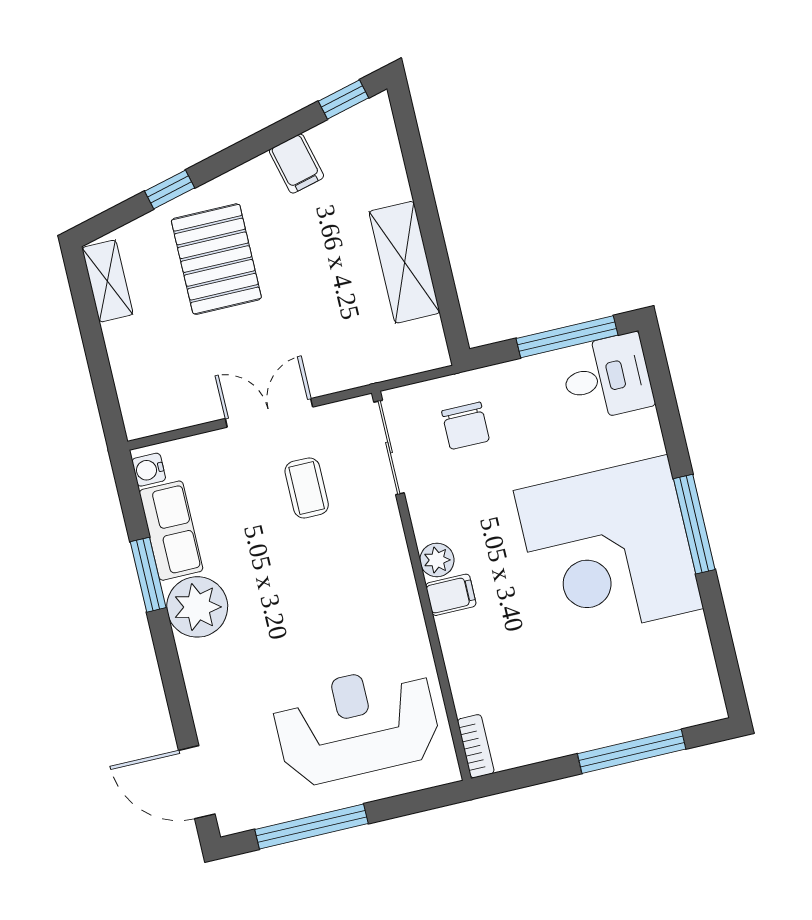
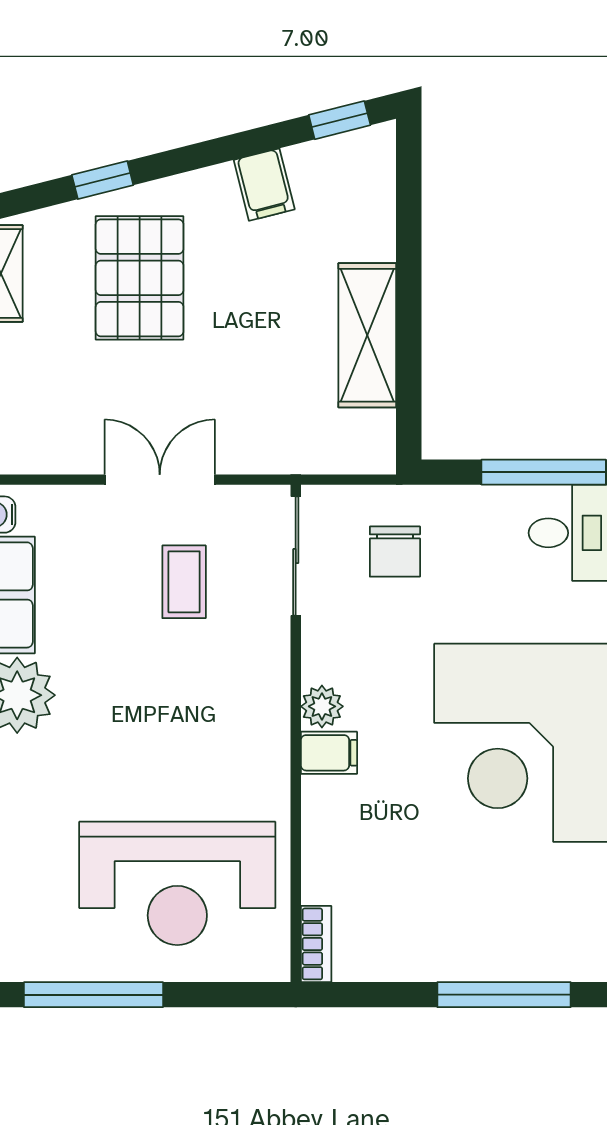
reception desk: (356, 724) -> (177, 883), turned 180

